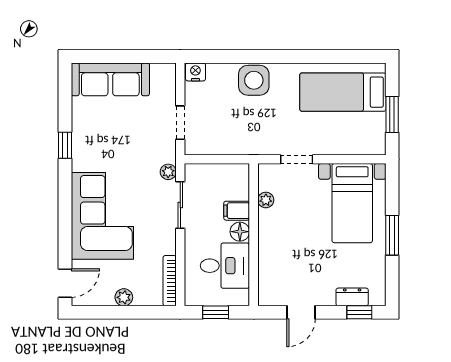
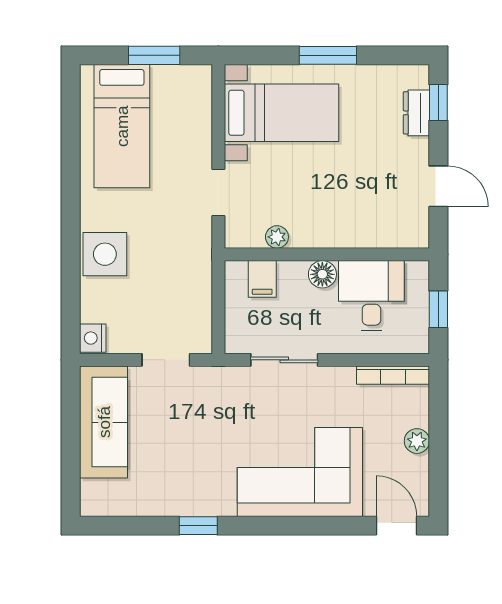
sofa: (110, 79) -> (104, 422), moved
plant: (168, 172) -> (237, 377), removed
filing cabinet: (237, 211) -> (262, 279), moved

